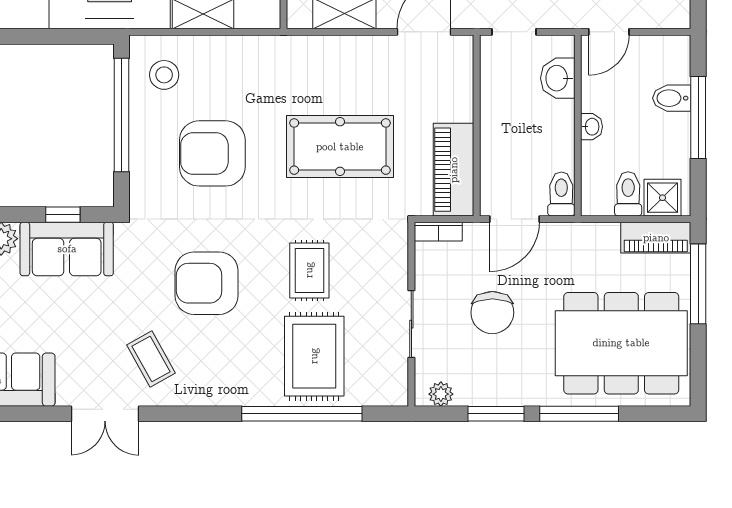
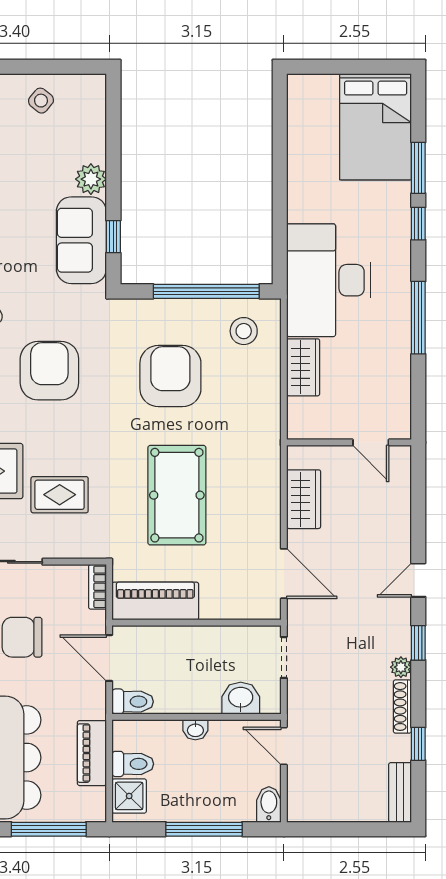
bidet: (672, 98) -> (269, 804), moved
piano: (656, 238) -> (92, 753), moved
rug: (309, 270) -> (60, 495), moved

